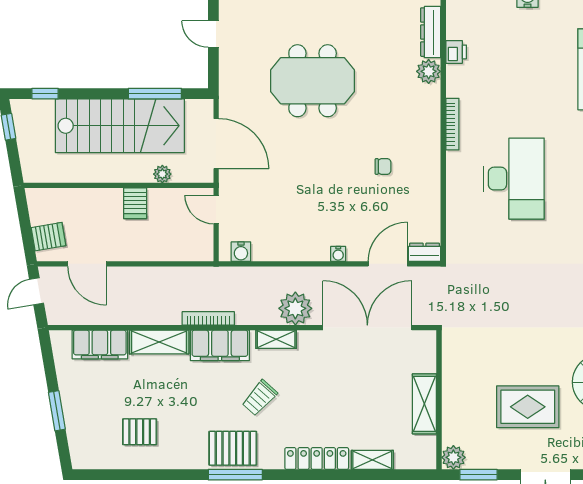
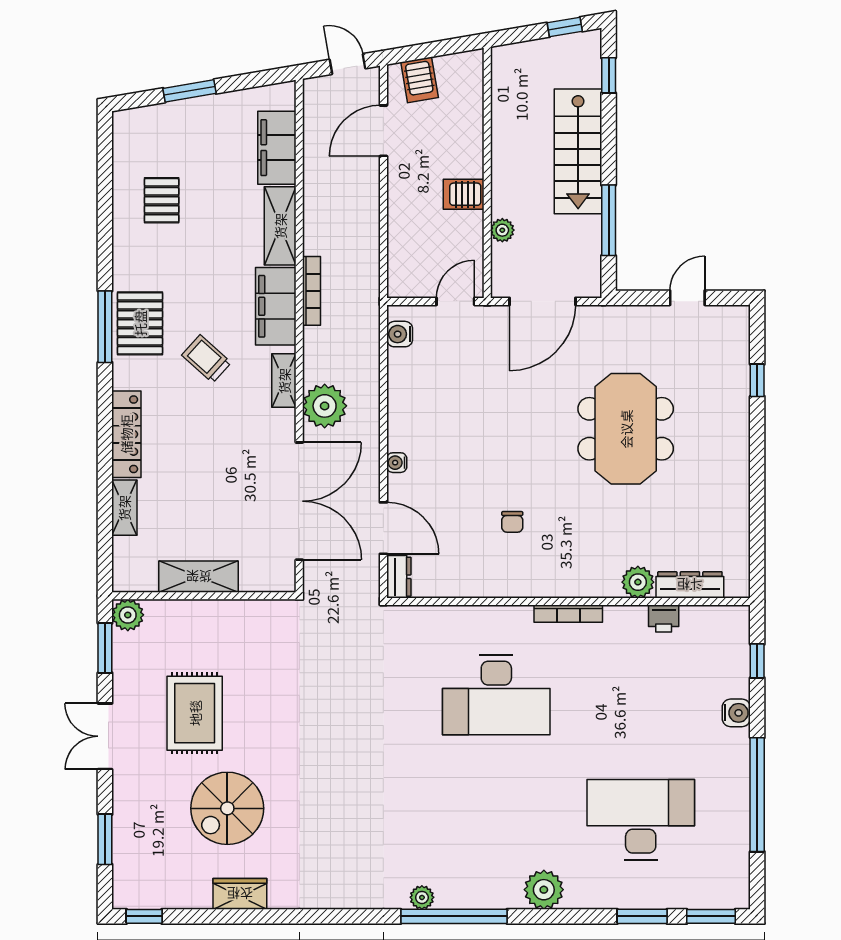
stairs: (120, 126) -> (578, 151), width x0.73, depth x0.66

